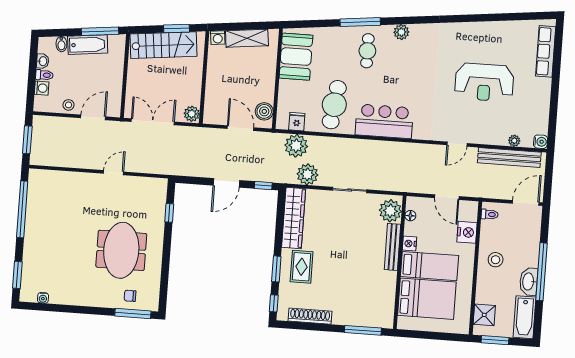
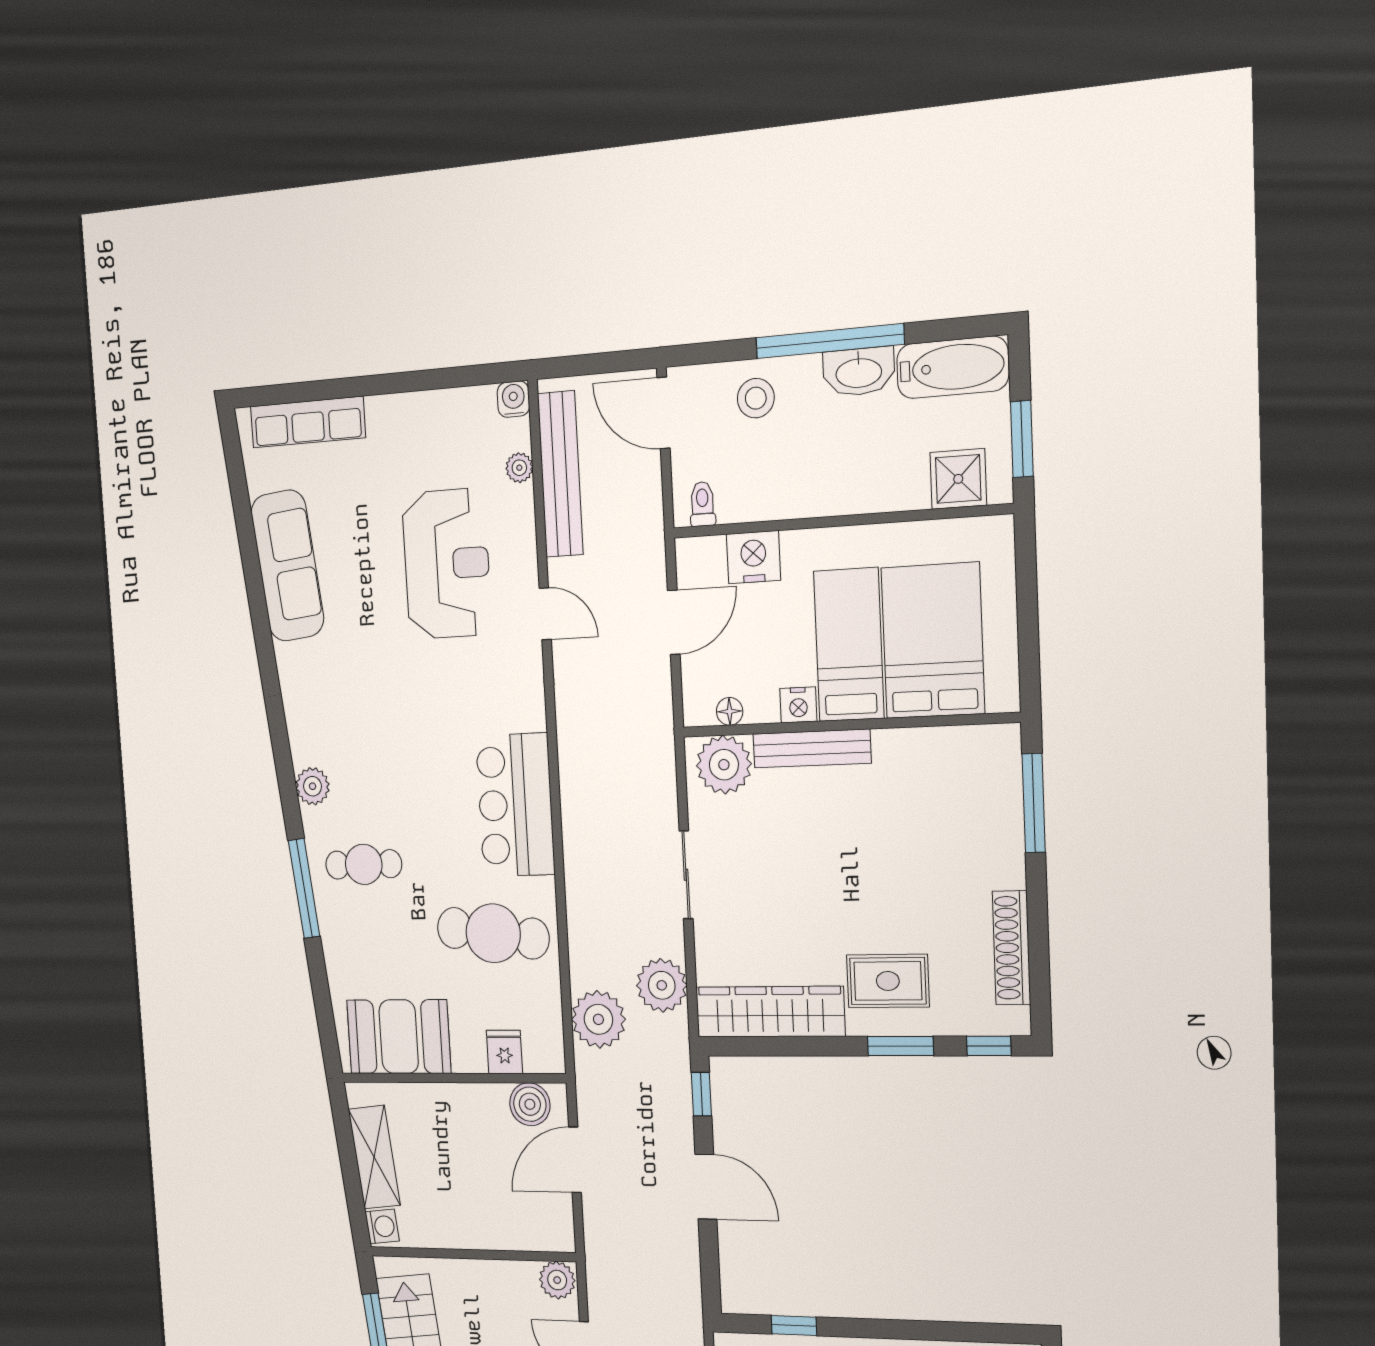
sofa: (491, 34) -> (287, 566), added
reception desk: (484, 82) -> (447, 564), moved
fridge: (297, 122) -> (504, 1052), moved, turned 90
stool: (496, 260) -> (756, 398), moved

